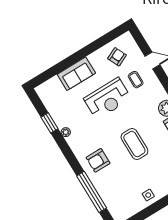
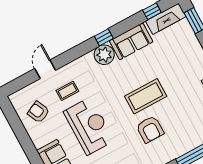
armchair: (98, 160) -> (150, 129), moved

